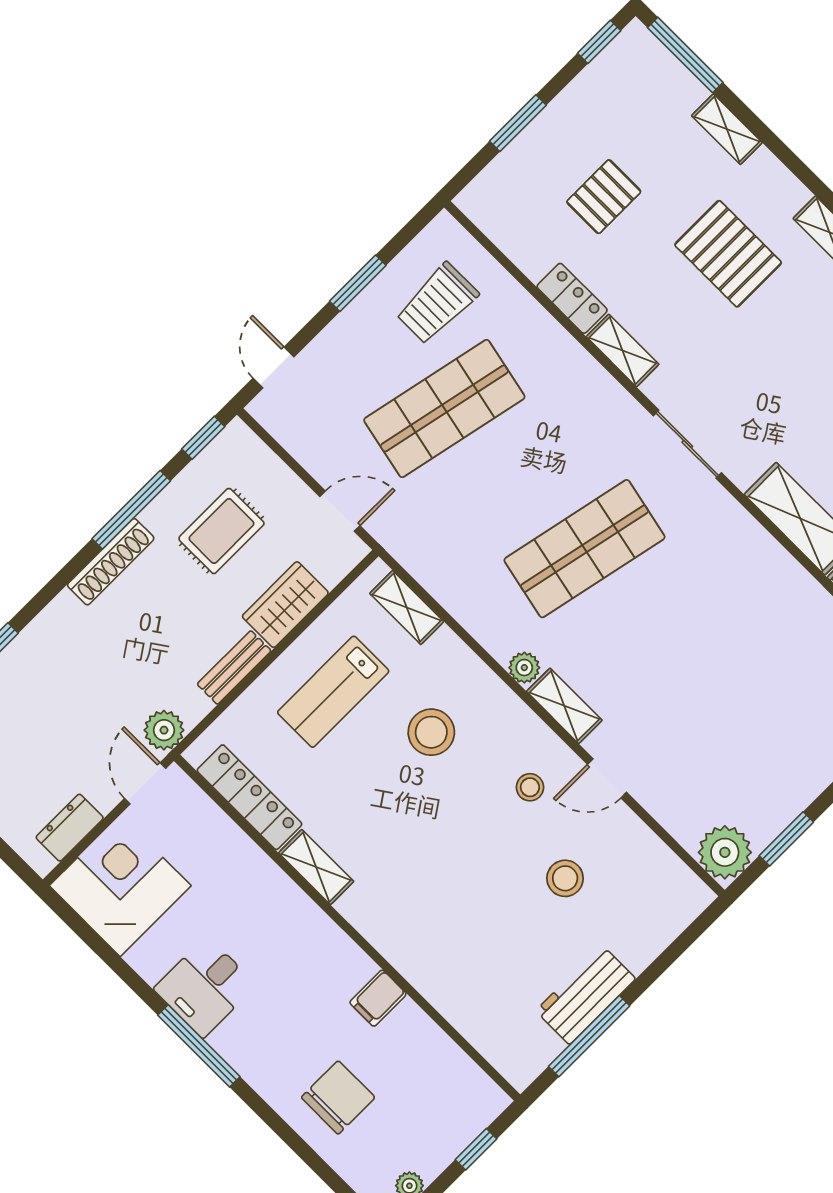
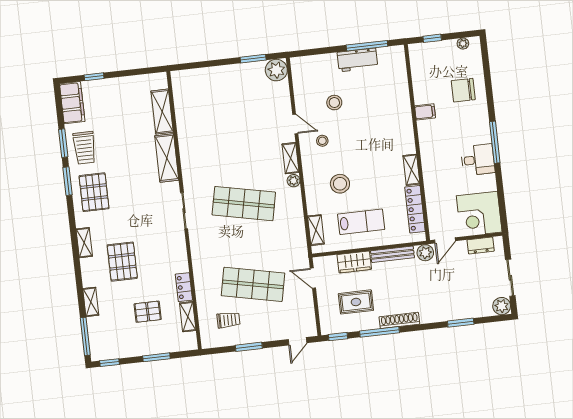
trolley: (437, 303) -> (228, 320), width x0.73, depth x0.72
shelving: (623, 351) -> (188, 317), moved
bench: (234, 667) -> (392, 254), width x1.36

